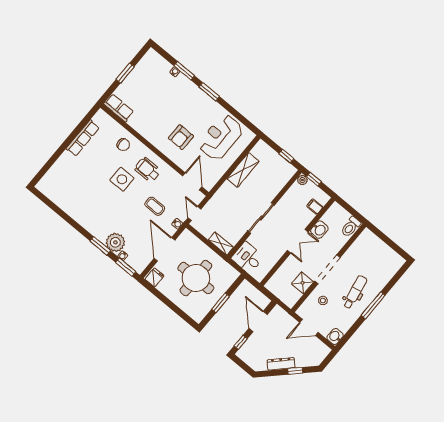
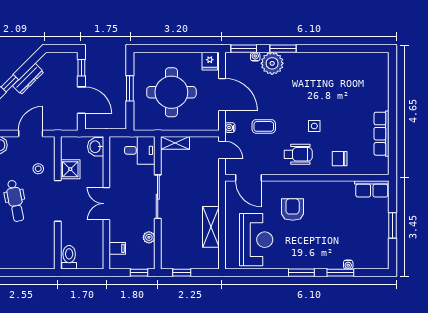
side table: (122, 179) -> (314, 126), width x0.54, depth x0.54
plant: (302, 180) -> (149, 237), moved
washbasin: (319, 230) -> (96, 147), moved

